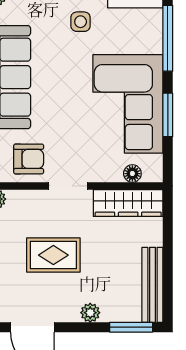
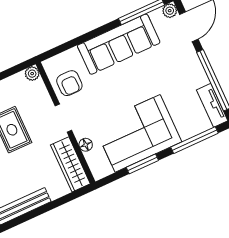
side table: (81, 22) -> (179, 76), removed
floor lamp: (132, 174) -> (86, 145), moved

